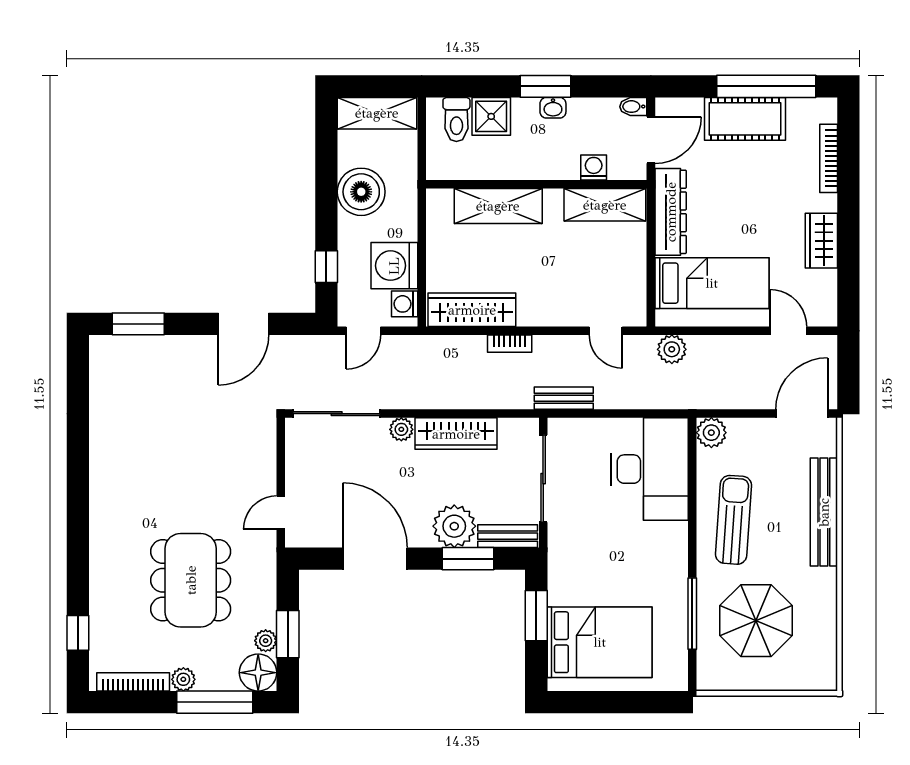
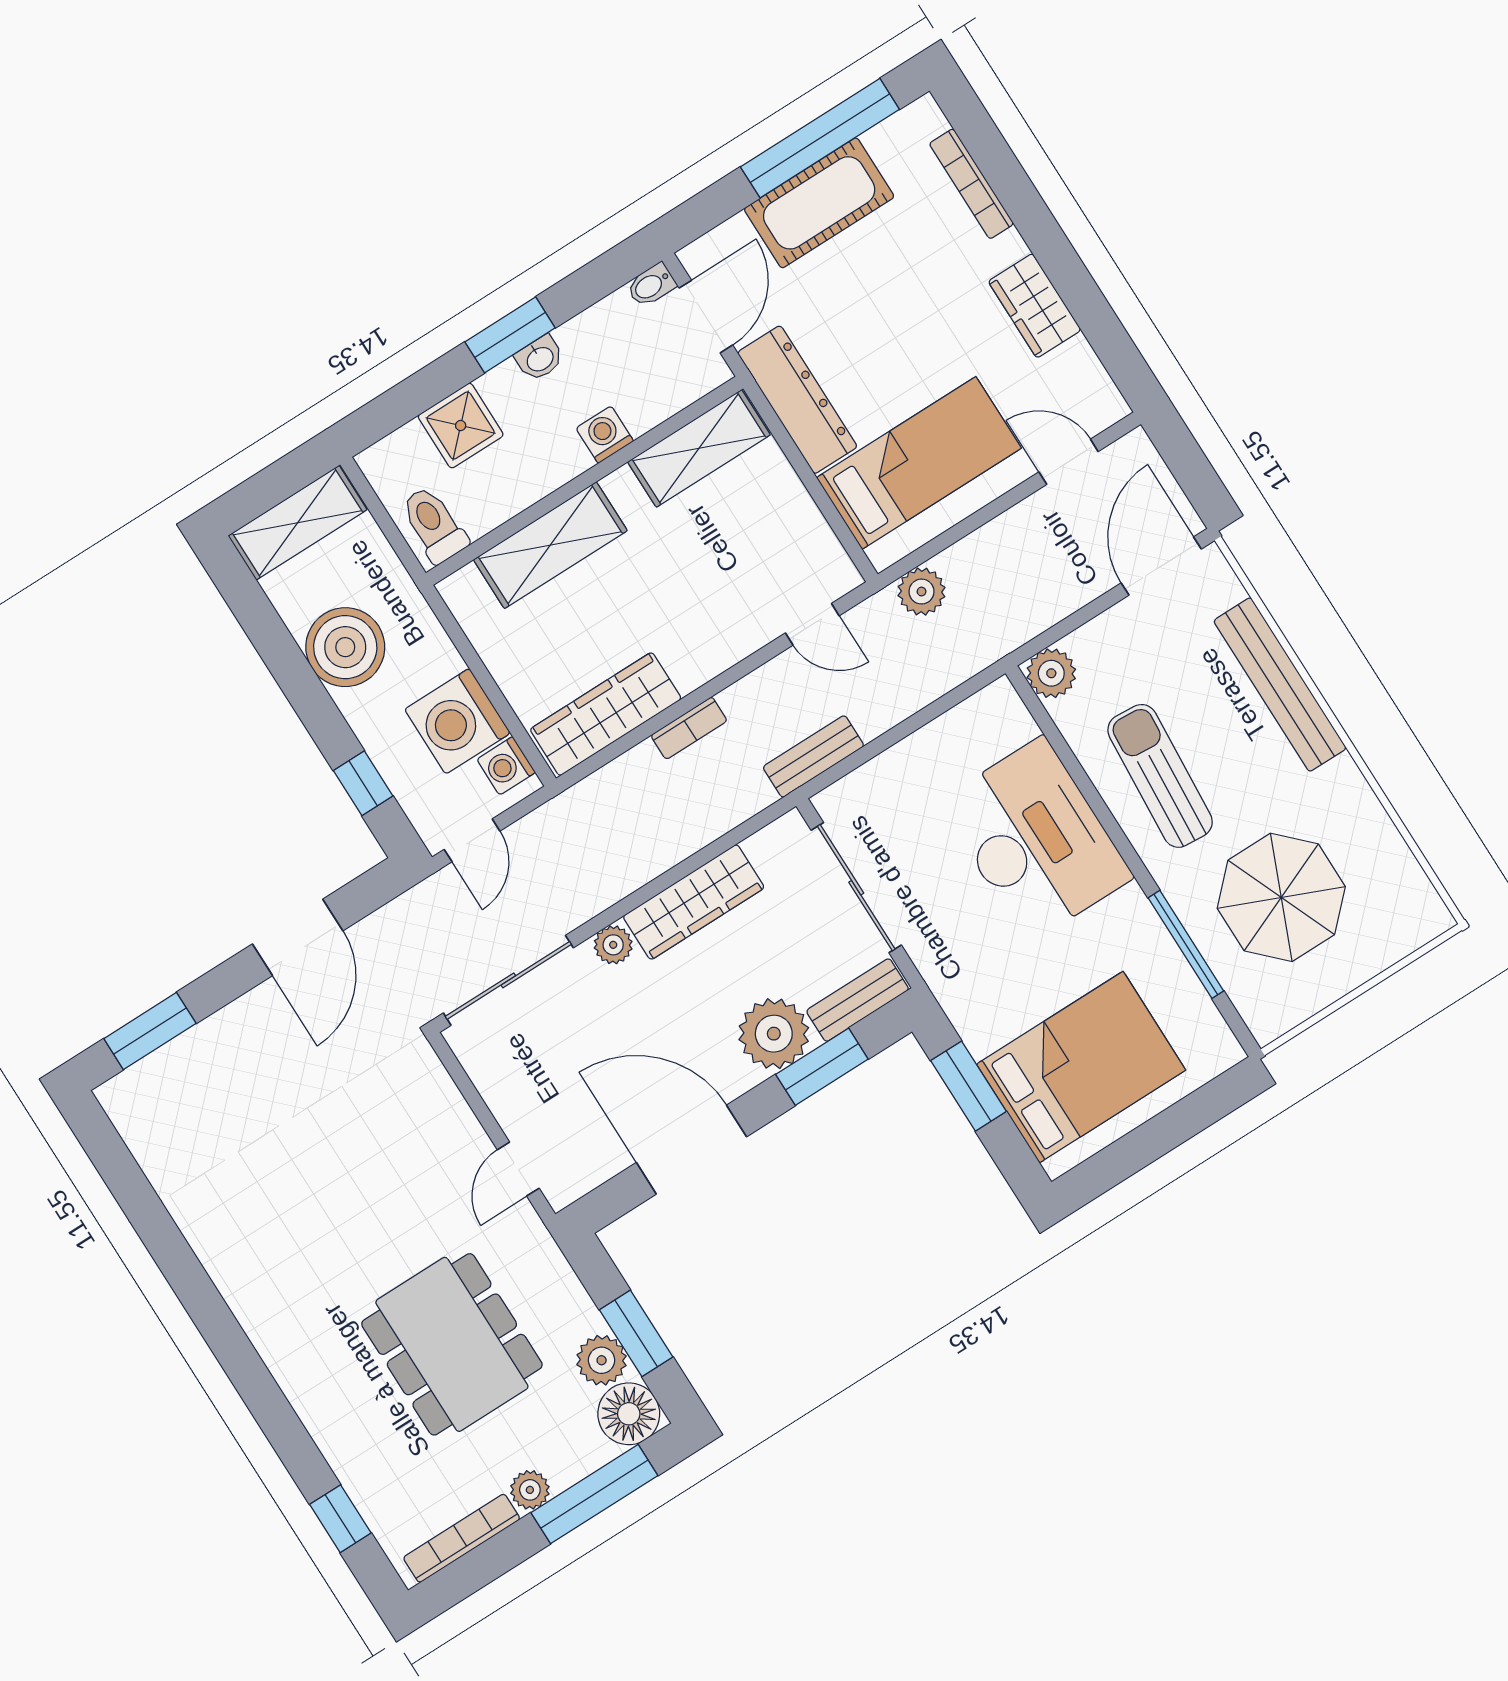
toilet: (456, 119) -> (434, 525), moved, turned 180
washing machine: (594, 167) -> (605, 435), moved
desk: (650, 469) -> (1036, 840), moved
plant: (266, 641) -> (602, 1360), width x1.38, depth x1.38

